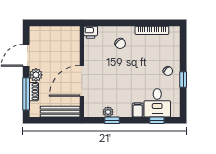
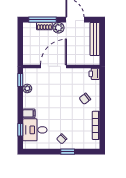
window: (183, 79) -> (68, 152), moved
door: (82, 81) -> (53, 66), hinge flipped
bench: (60, 112) -> (95, 39), moved
window: (112, 120) -> (20, 80), moved

